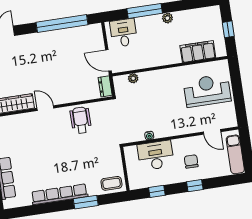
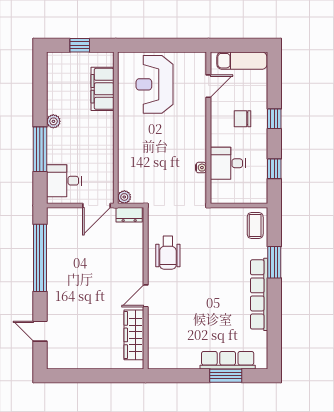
plant: (133, 78) -> (124, 197), moved
wheelchair: (81, 120) -> (168, 253), turned -90
desk: (156, 155) -> (228, 163), width x0.73

